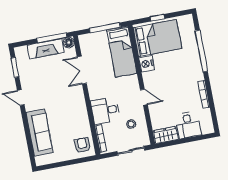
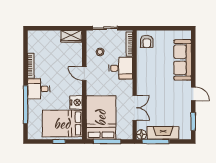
bed: (122, 51) -> (101, 118), width x1.50
desk: (188, 125) -> (39, 89), moved, turned -90

